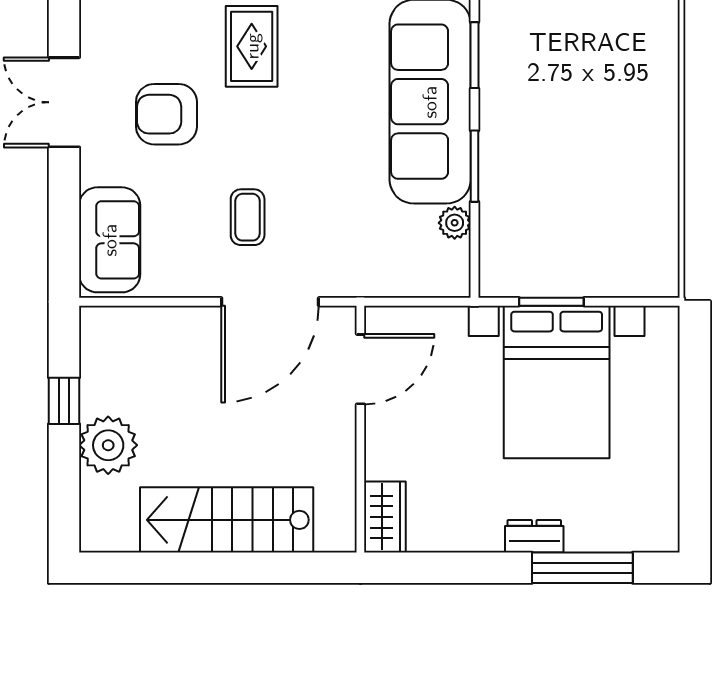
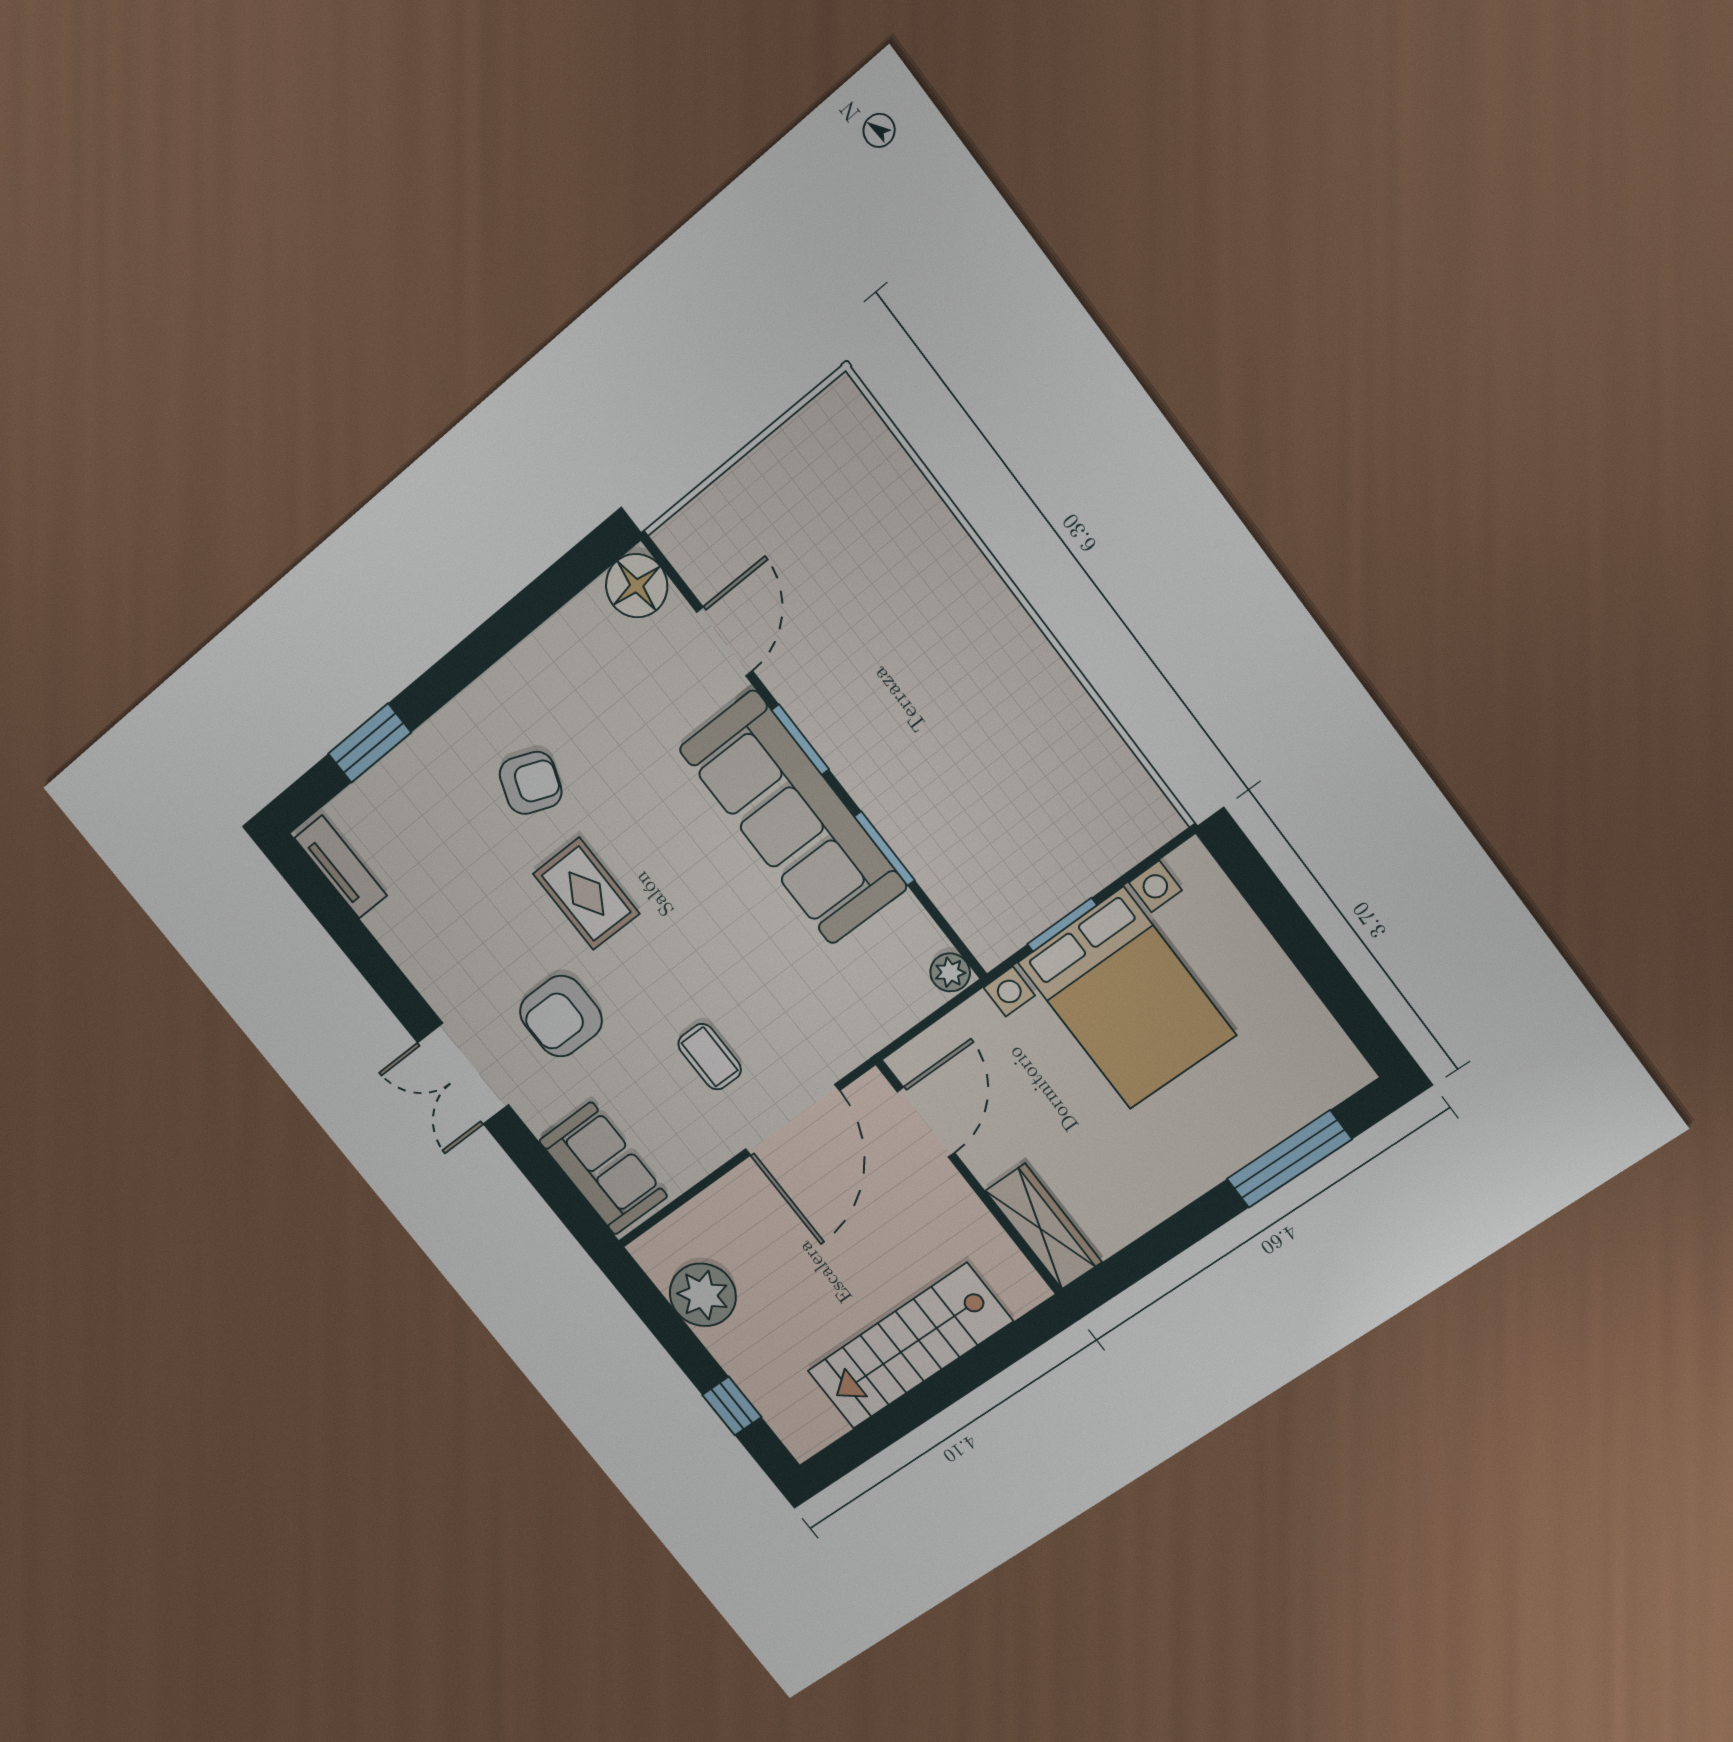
plant: (455, 223) -> (950, 972), moved
window: (64, 401) -> (732, 1406), moved
plant: (108, 445) -> (703, 1295), moved
wardrobe: (385, 517) -> (1044, 1227), width x1.50
dresser: (534, 536) -> (1217, 1162), removed

